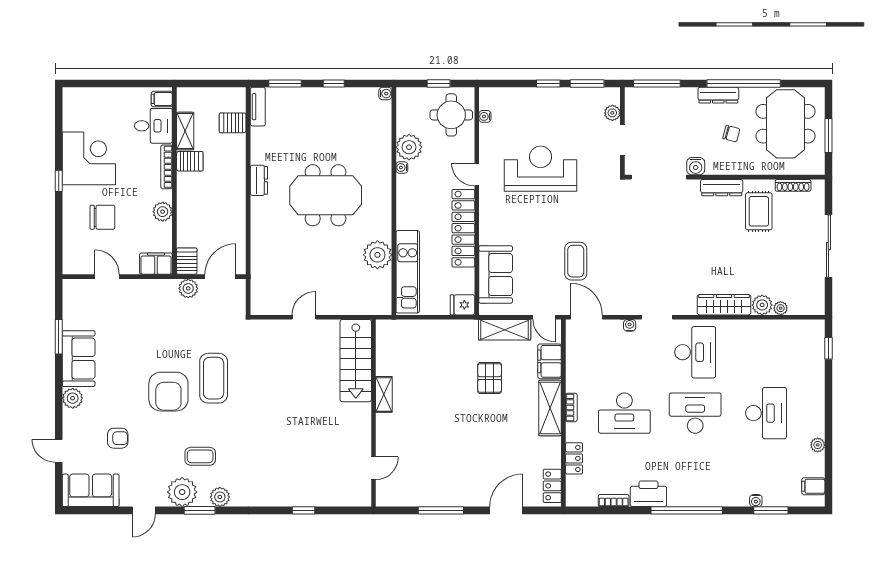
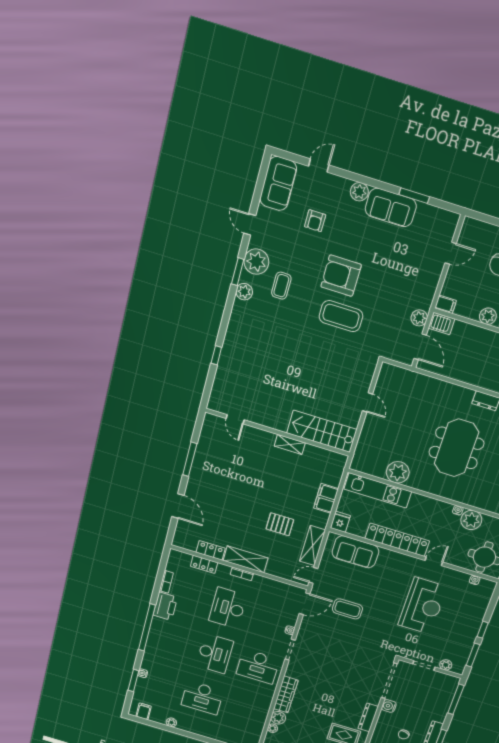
filing cabinet: (156, 264) -> (446, 304), width x0.50
filing cabinet: (550, 361) -> (326, 498), moved, turned -90
locker: (552, 486) -> (211, 550), moved

